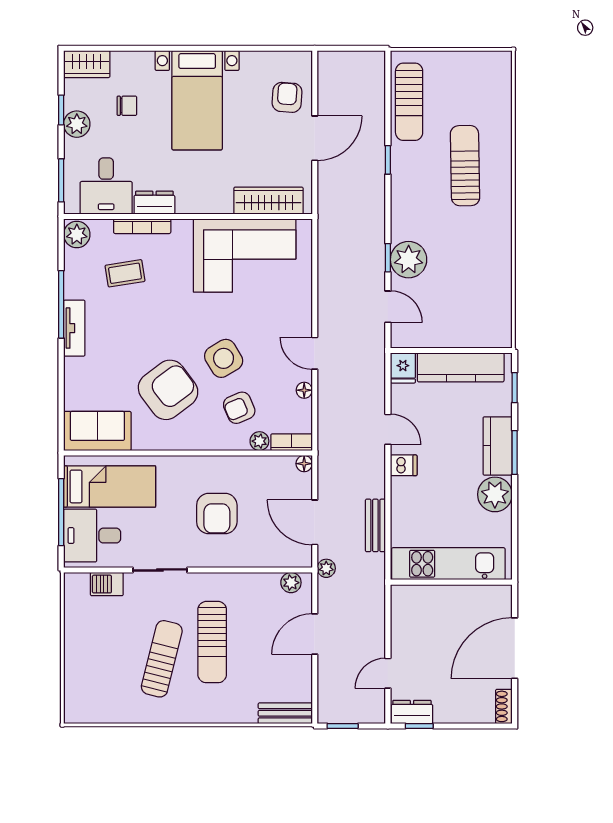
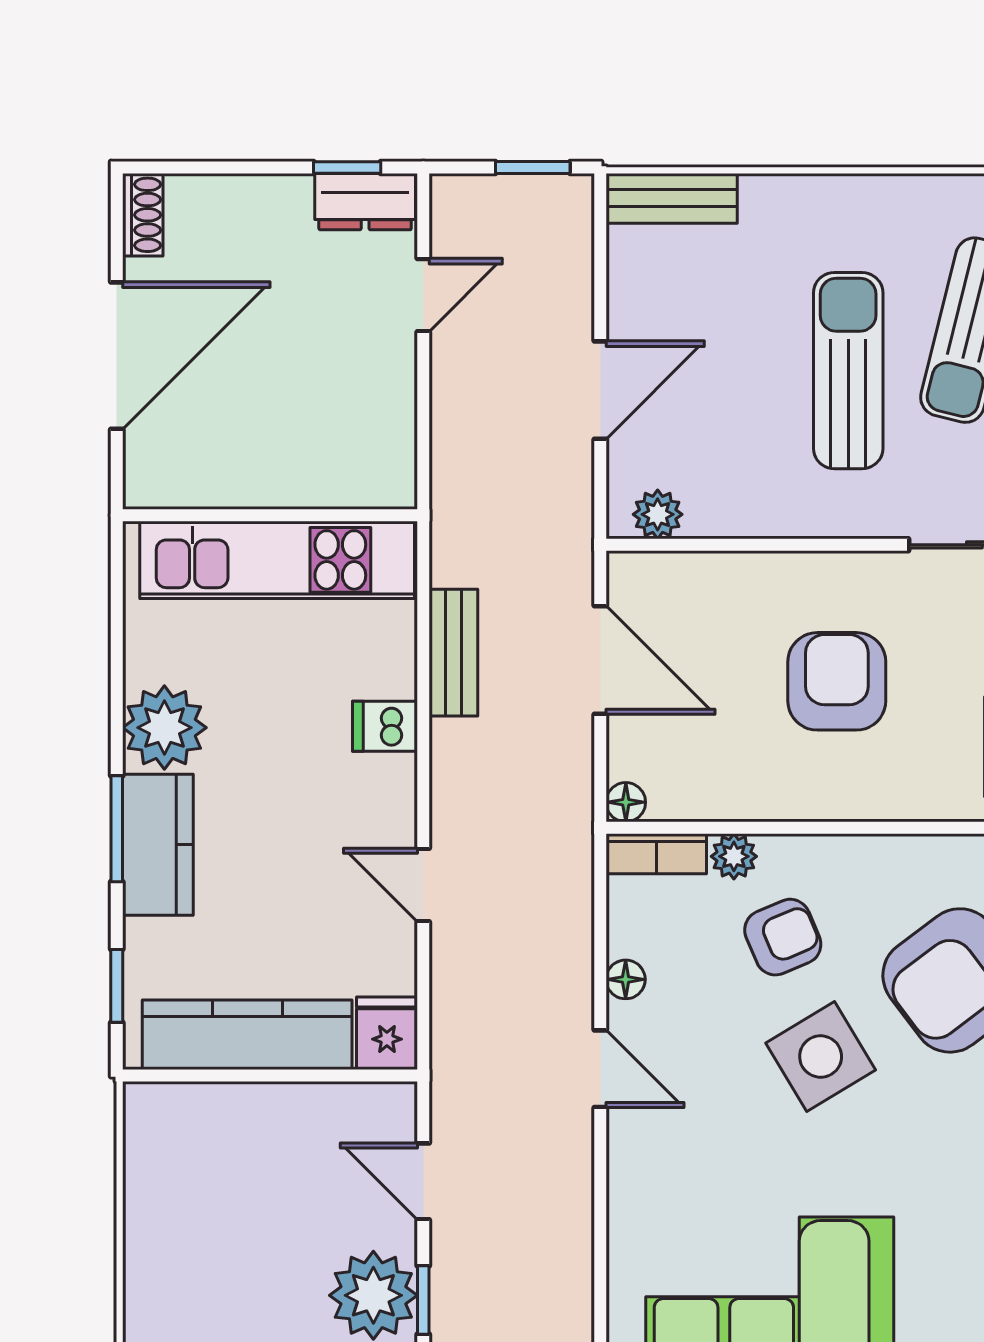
dishwasher: (404, 465) -> (385, 726), moved
plant: (326, 568) -> (572, 549), removed

